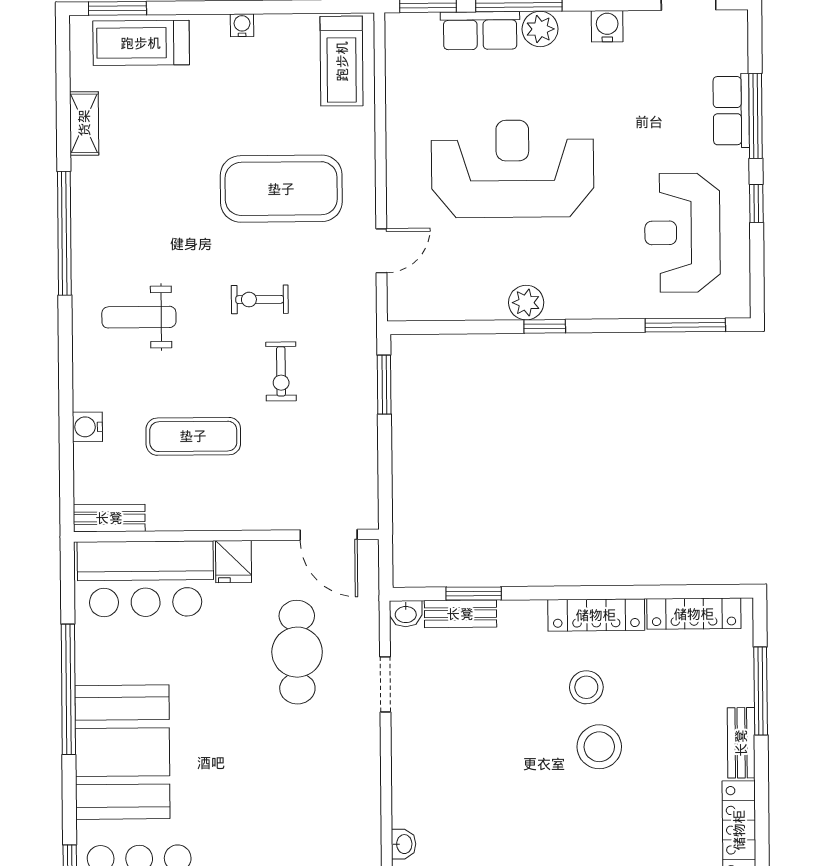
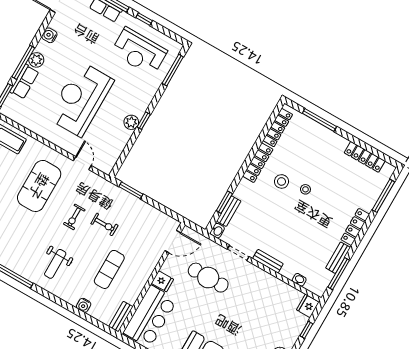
bench: (741, 743) -> (268, 261), moved
stool: (599, 747) -> (305, 189), width x0.53, depth x0.53

